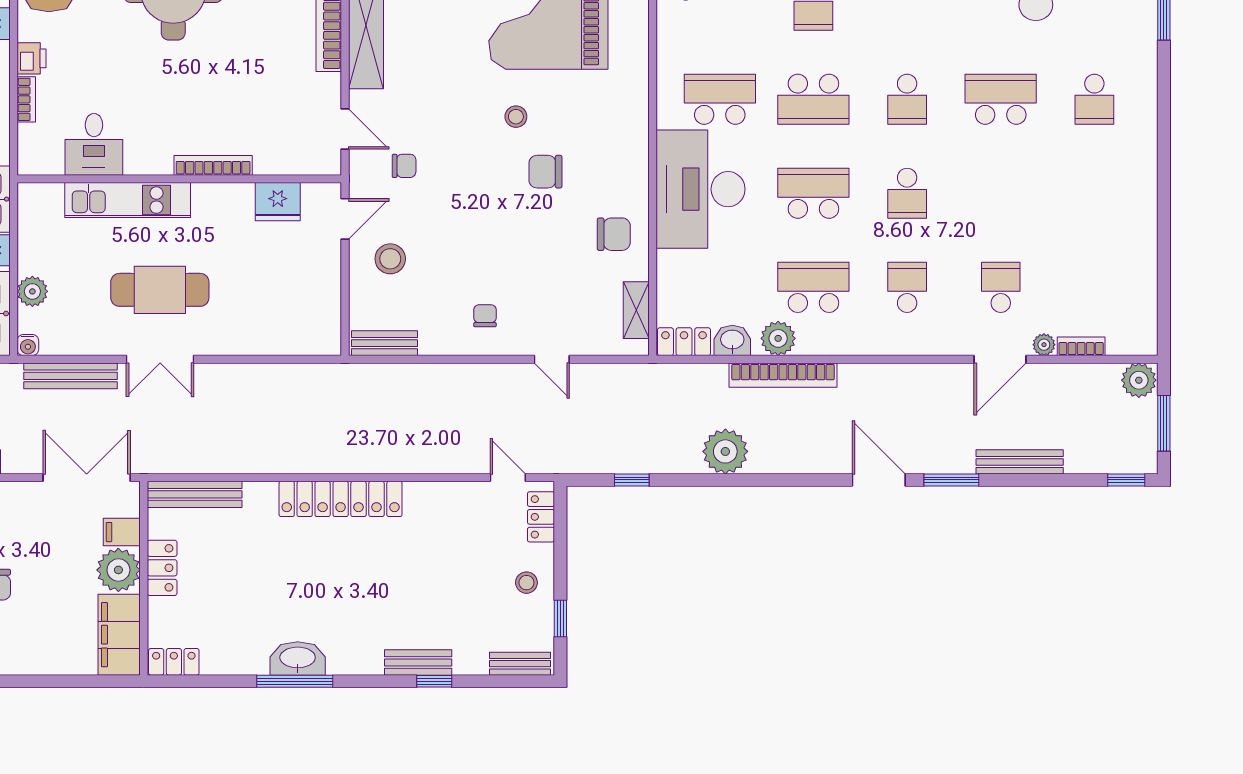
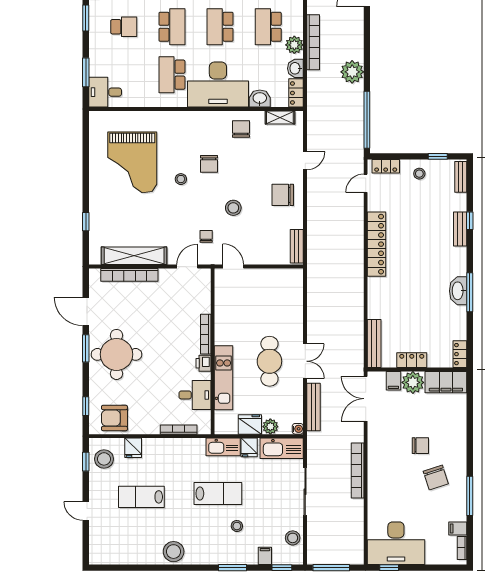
printer: (31, 58) -> (204, 363), moved, turned -90
bookcase: (26, 99) -> (179, 430), width x1.56
fridge: (278, 202) -> (250, 424), moved, turned -90
stool: (390, 259) -> (233, 208), moved
washbasin: (673, 271) -> (260, 99), added
chair: (485, 316) -> (283, 195), width x1.87, depth x1.87
window: (632, 480) -> (367, 120), width x3.17
locker: (341, 499) -> (377, 244), moved

